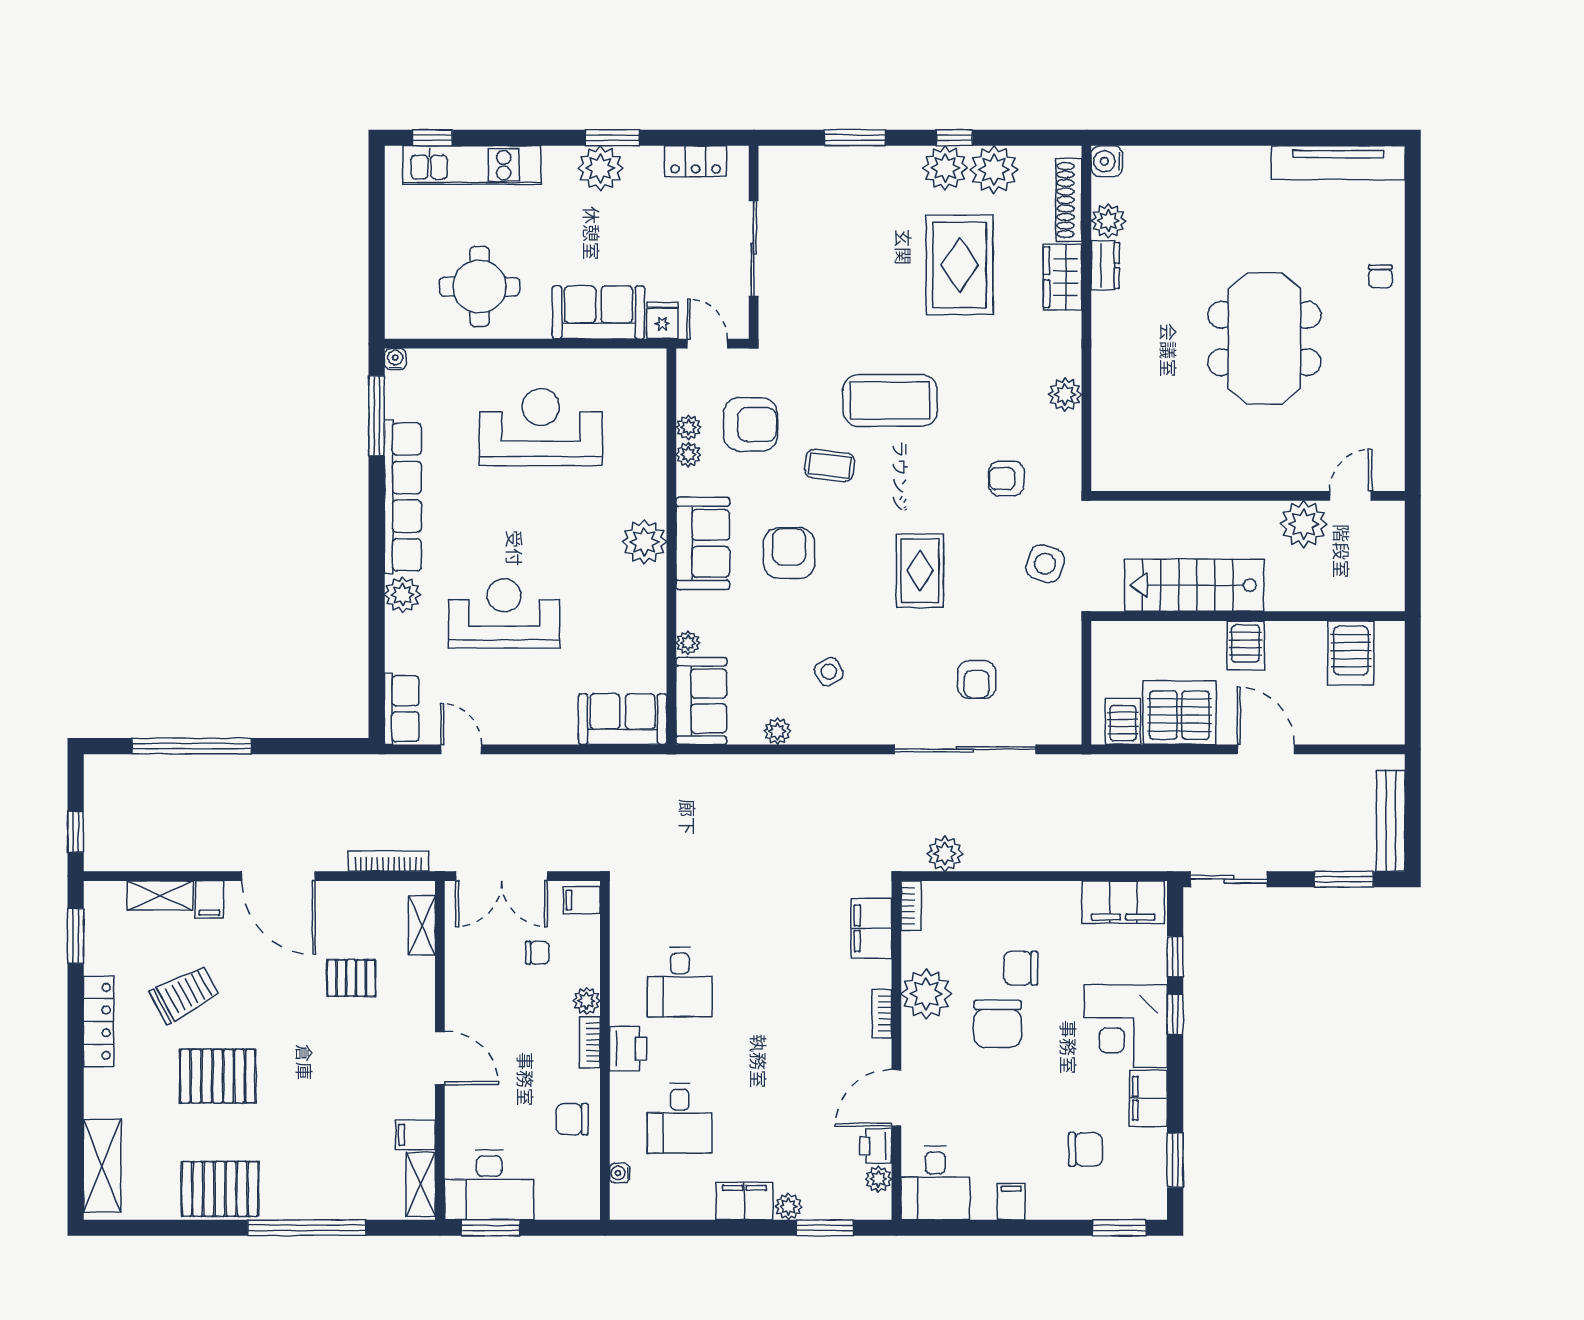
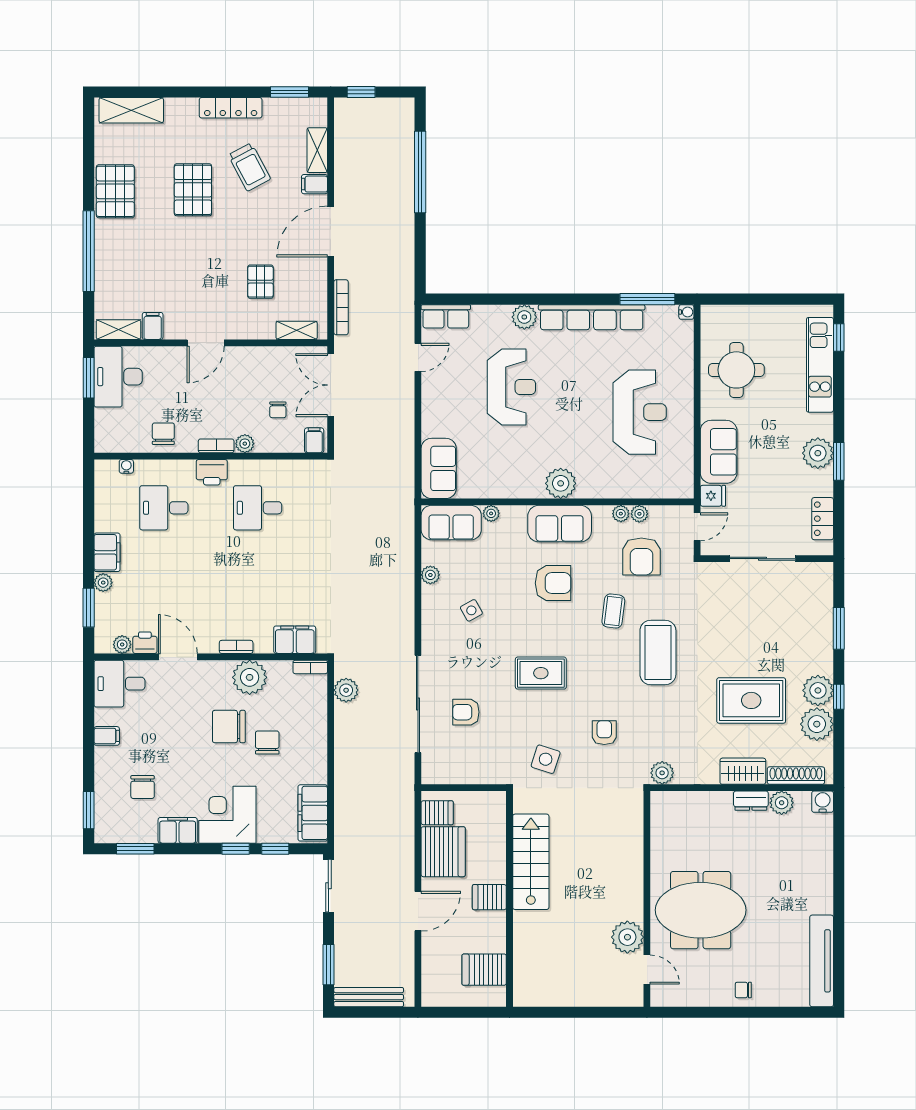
wall: (1248, 496) -> (647, 899), moved
door: (1351, 496) -> (647, 969), moved
plant: (1304, 524) -> (627, 937), moved

